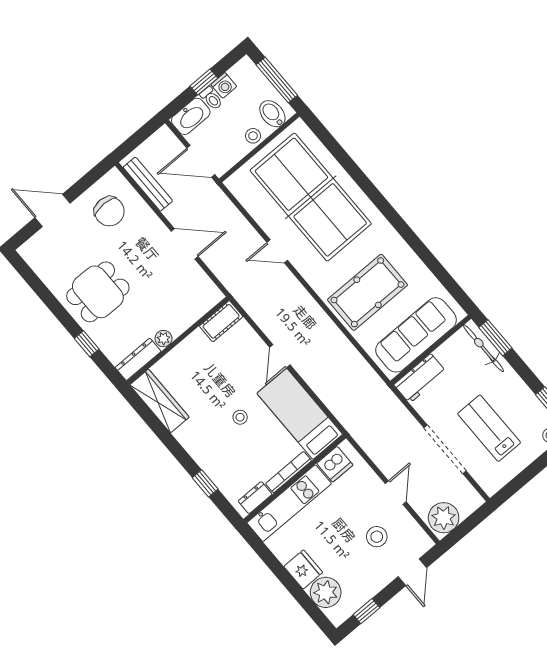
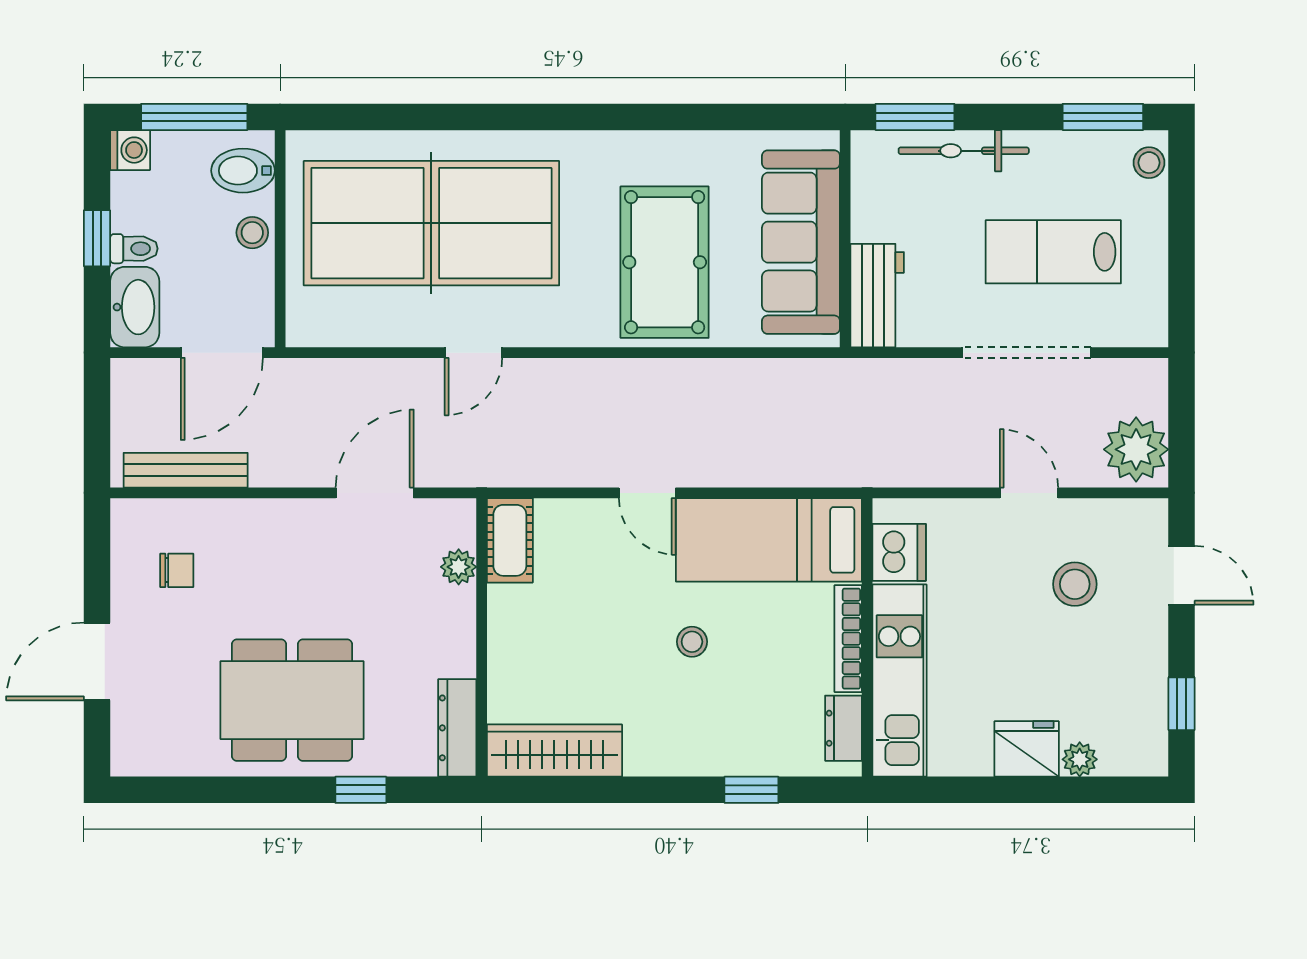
washing machine: (224, 85) -> (130, 150), moved
chair: (109, 211) -> (177, 570), width x0.54, depth x0.54
door: (185, 244) -> (375, 493), moved
dining table: (98, 292) -> (292, 700), width x1.37
plant: (164, 339) -> (459, 567), moved
bicycle: (484, 348) -> (964, 151), moved
plant: (326, 592) -> (1080, 759), width x0.53, depth x0.53

